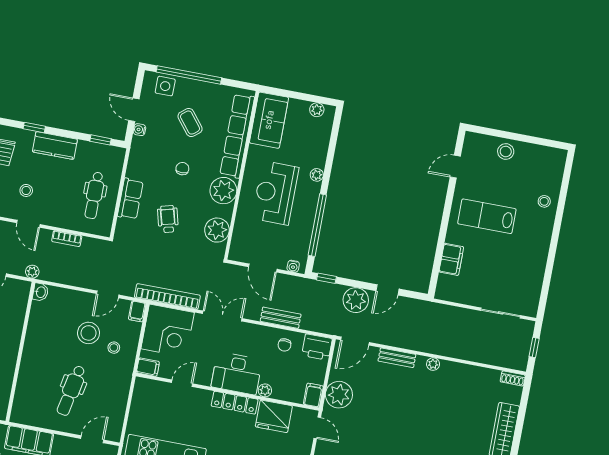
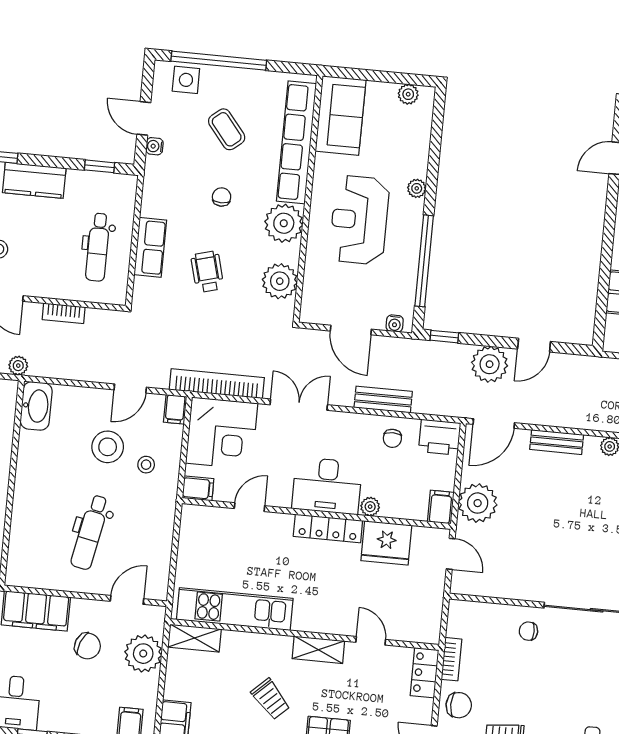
washbasin: (40, 292) -> (36, 406), width x1.91, depth x1.45

